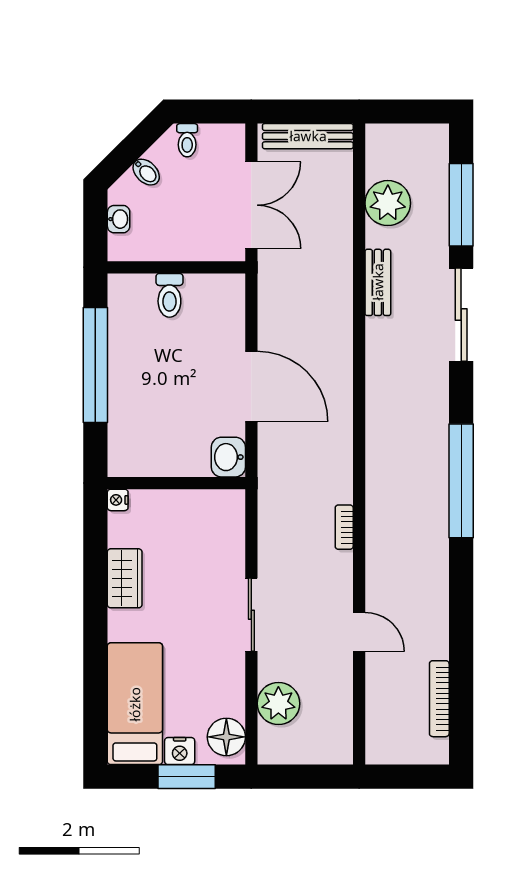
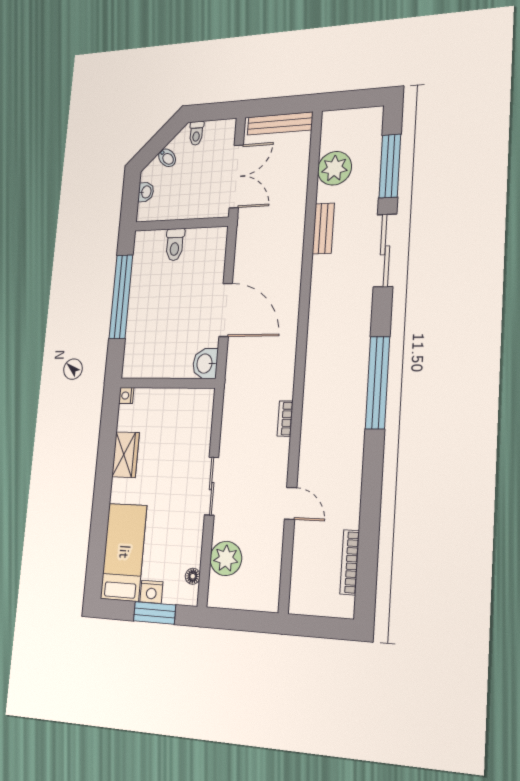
floor lamp: (226, 737) -> (193, 576), width x0.53, depth x0.53

